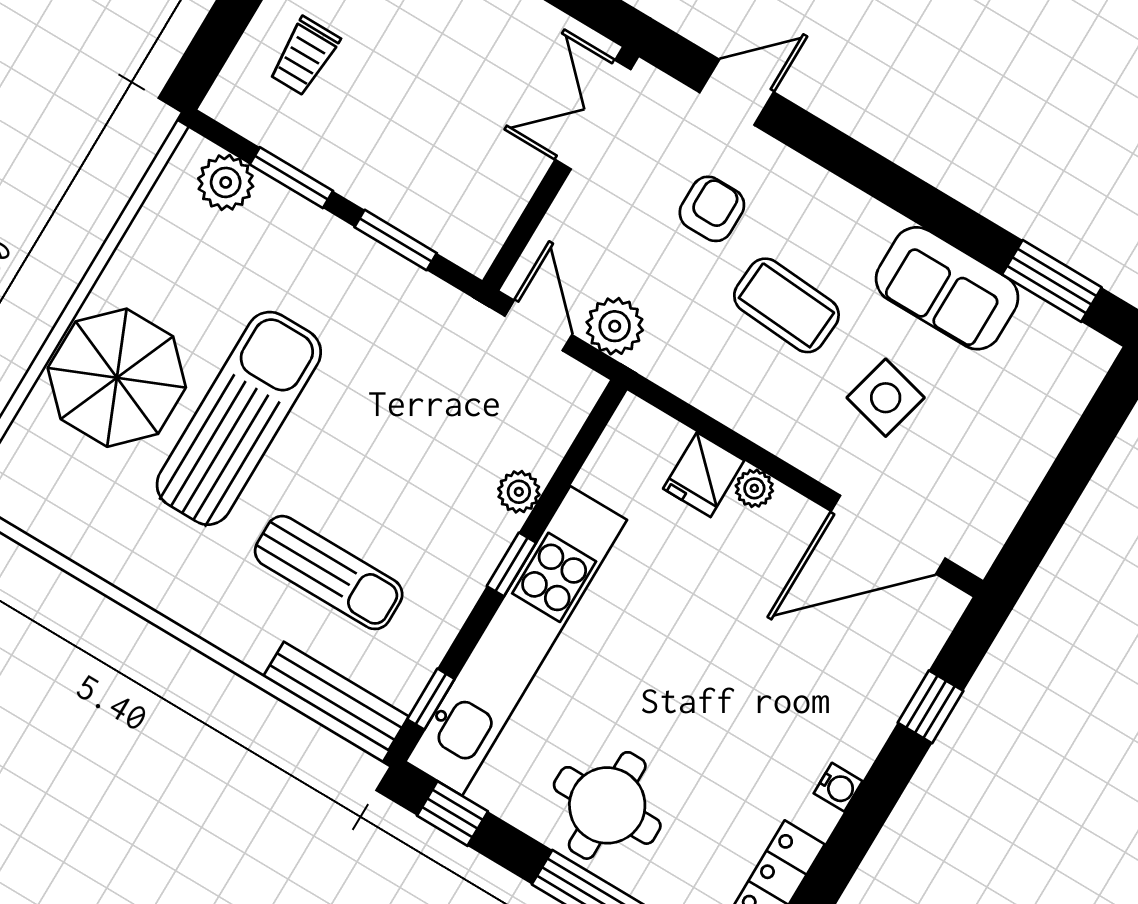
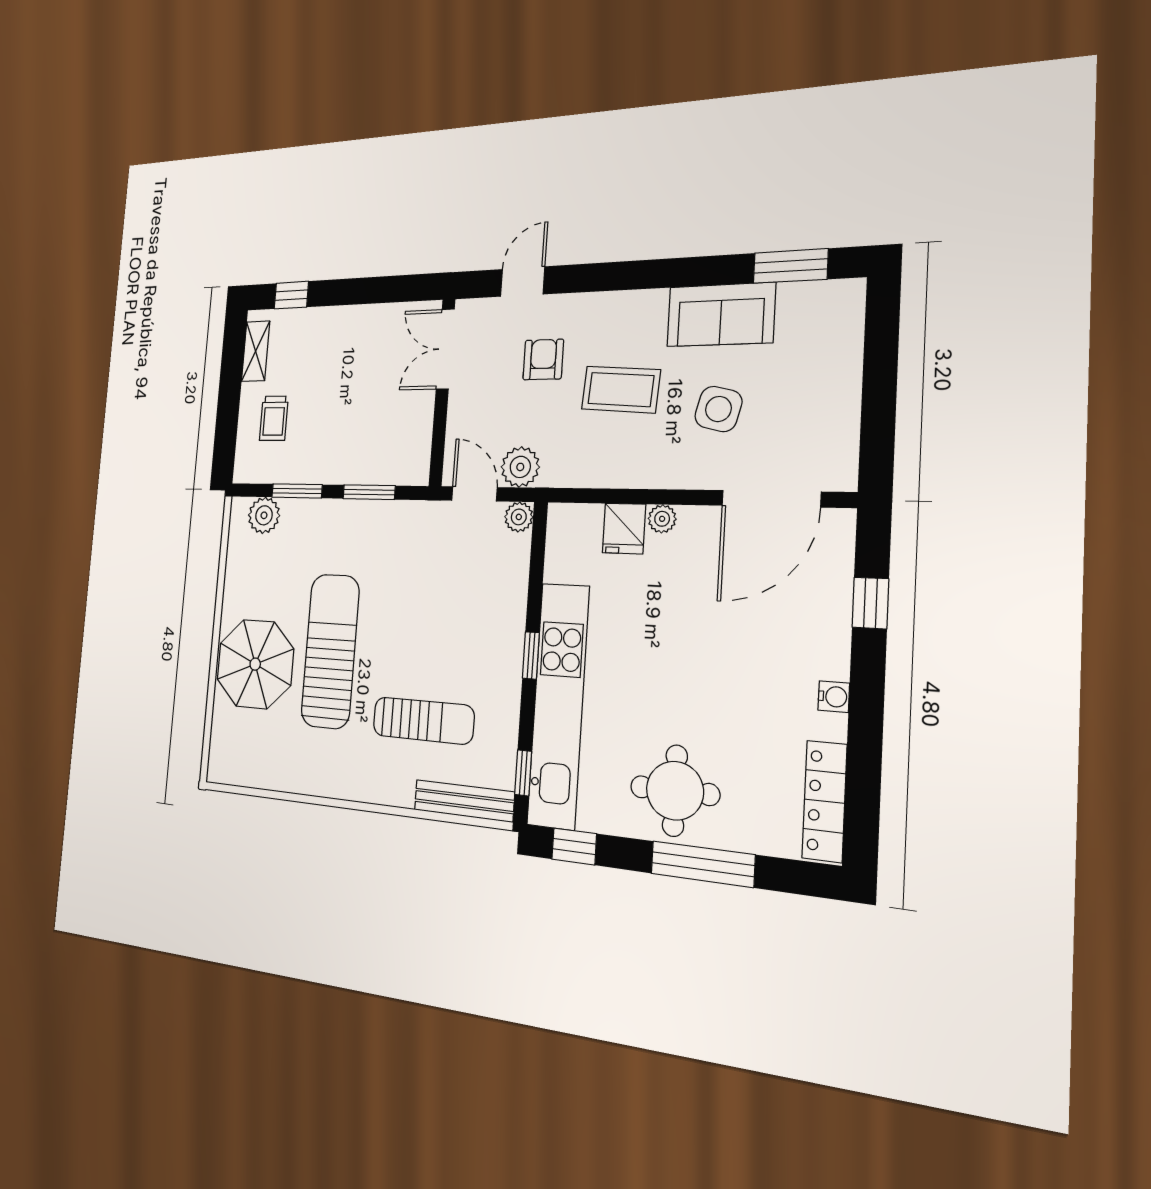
plant: (519, 492) -> (519, 517), moved

